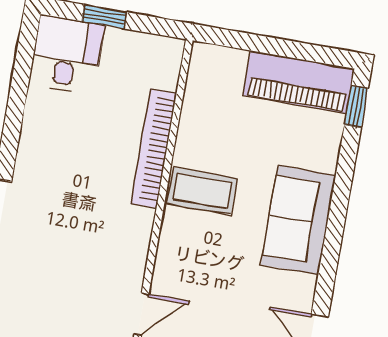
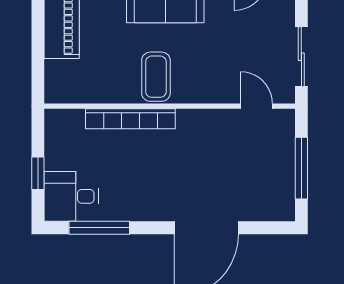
window: (20, 84) -> (99, 228), added

